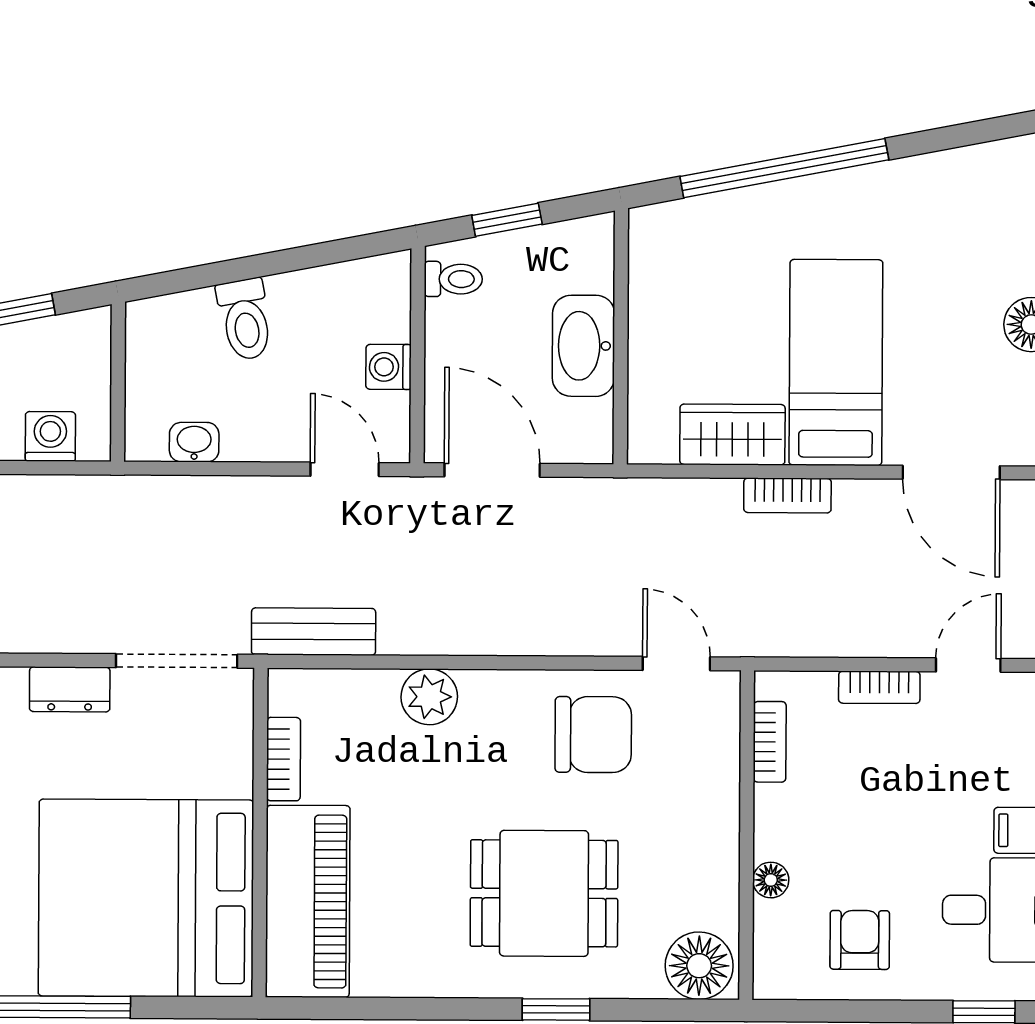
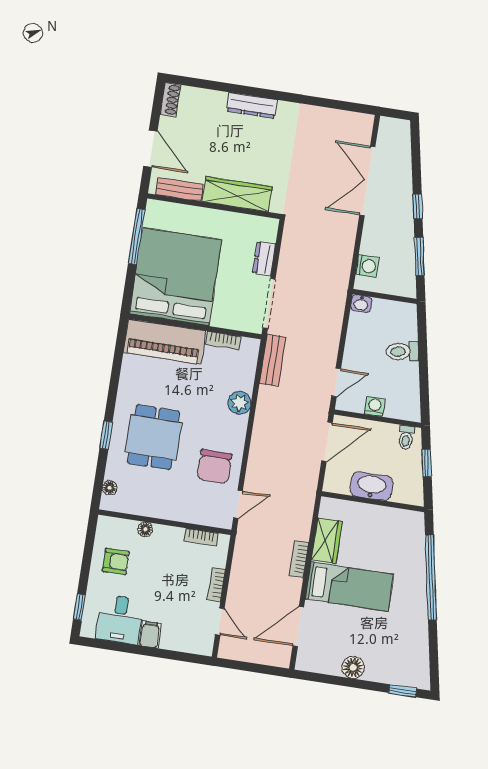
washbasin: (194, 442) -> (361, 304), moved, turned 90
floor lamp: (699, 966) -> (110, 488), width x0.53, depth x0.53

